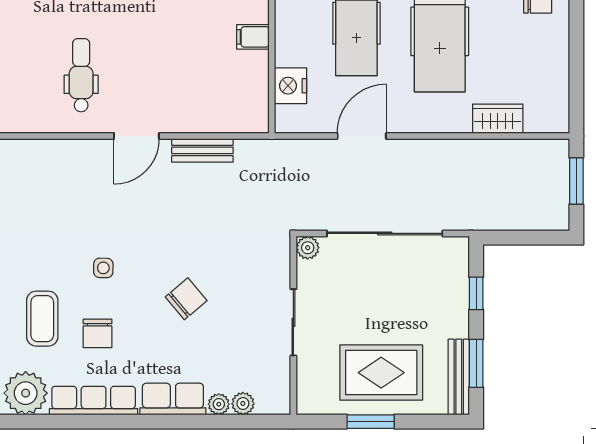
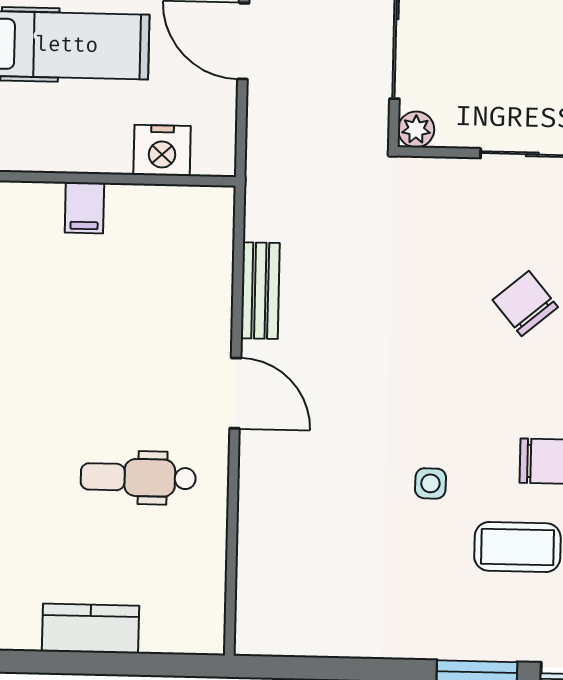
side table: (103, 268) -> (430, 483), moved
chair: (186, 299) -> (525, 304), moved

